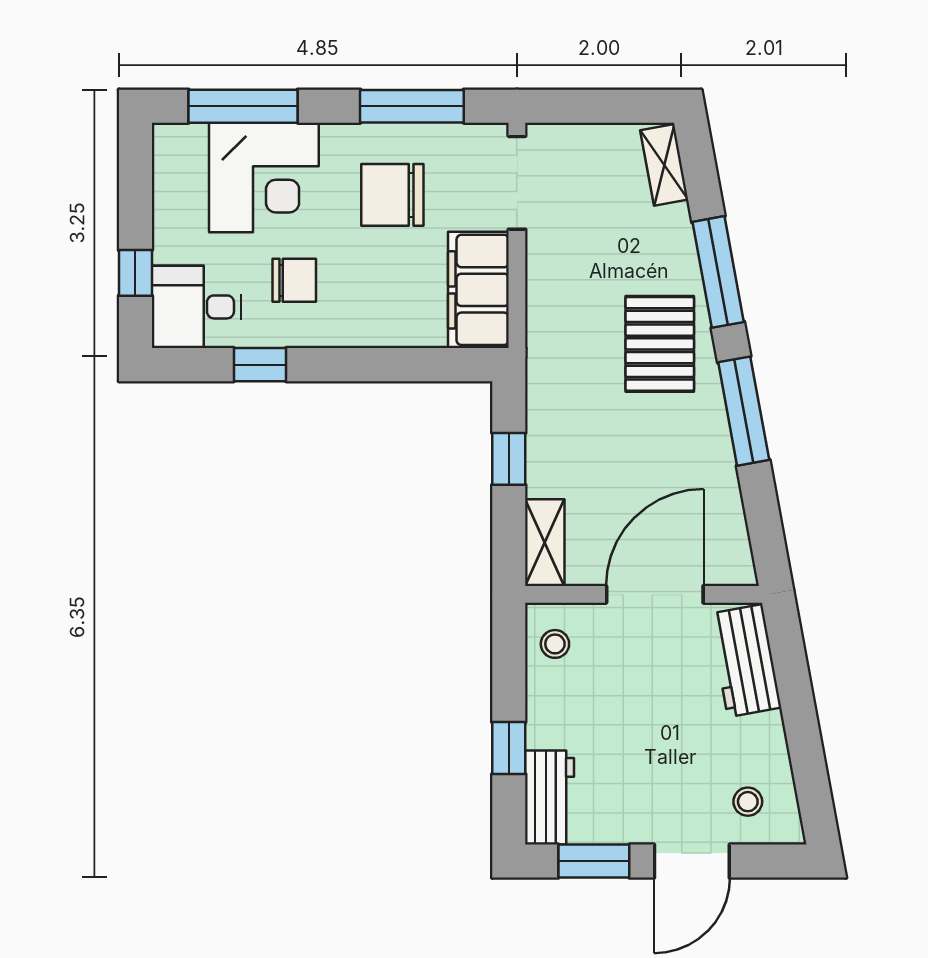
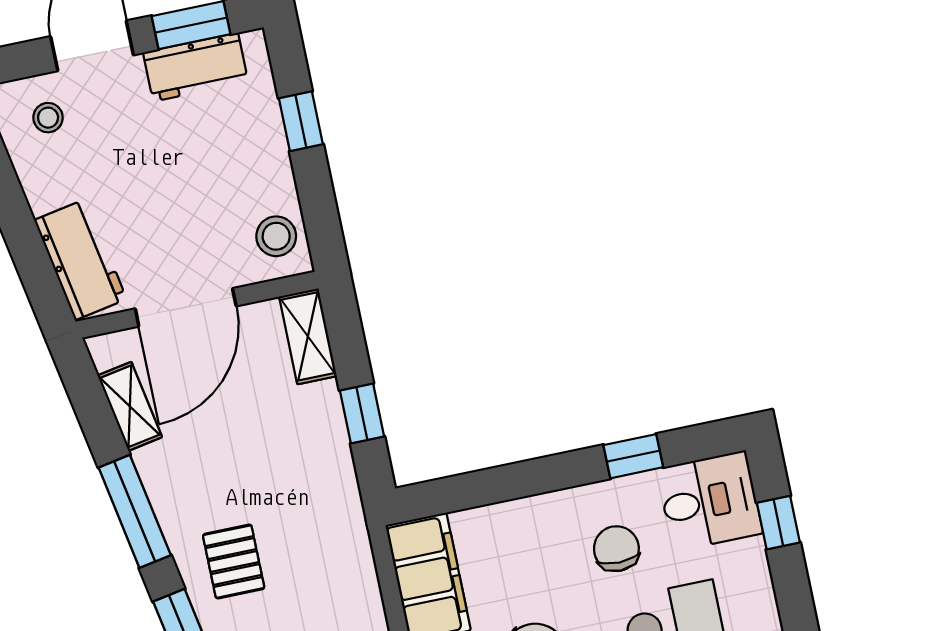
chair: (294, 280) -> (616, 549), turned 90
pallet: (660, 344) -> (234, 562), width x0.67, depth x0.71
shelving: (727, 512) -> (130, 406), added
stool: (555, 644) -> (276, 236), width x1.37, depth x1.37
workbench: (549, 798) -> (196, 67), moved, turned -90

